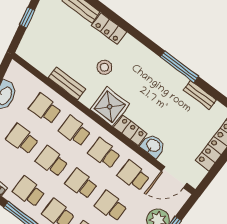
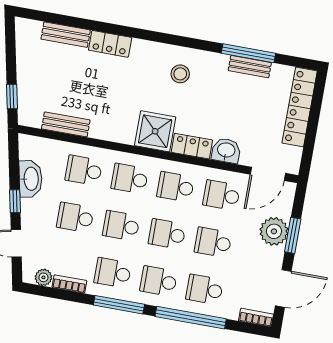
window: (27, 18) -> (12, 97), moved
stool: (104, 67) -> (180, 74), moved
window: (179, 67) -> (248, 53), moved
bench: (67, 83) -> (66, 124), moved

